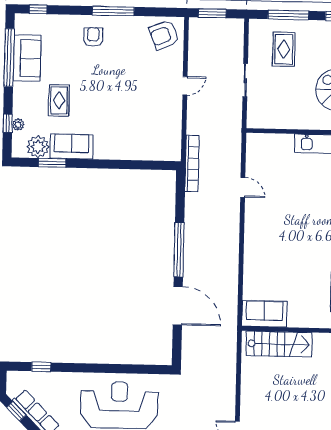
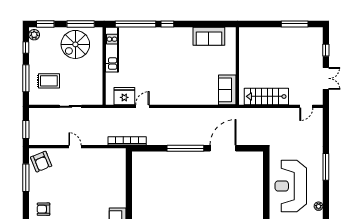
window: (113, 11) -> (26, 178), moved
fridge: (259, 161) -> (124, 96), added
stairs: (279, 344) -> (266, 96), moved, turned -90

